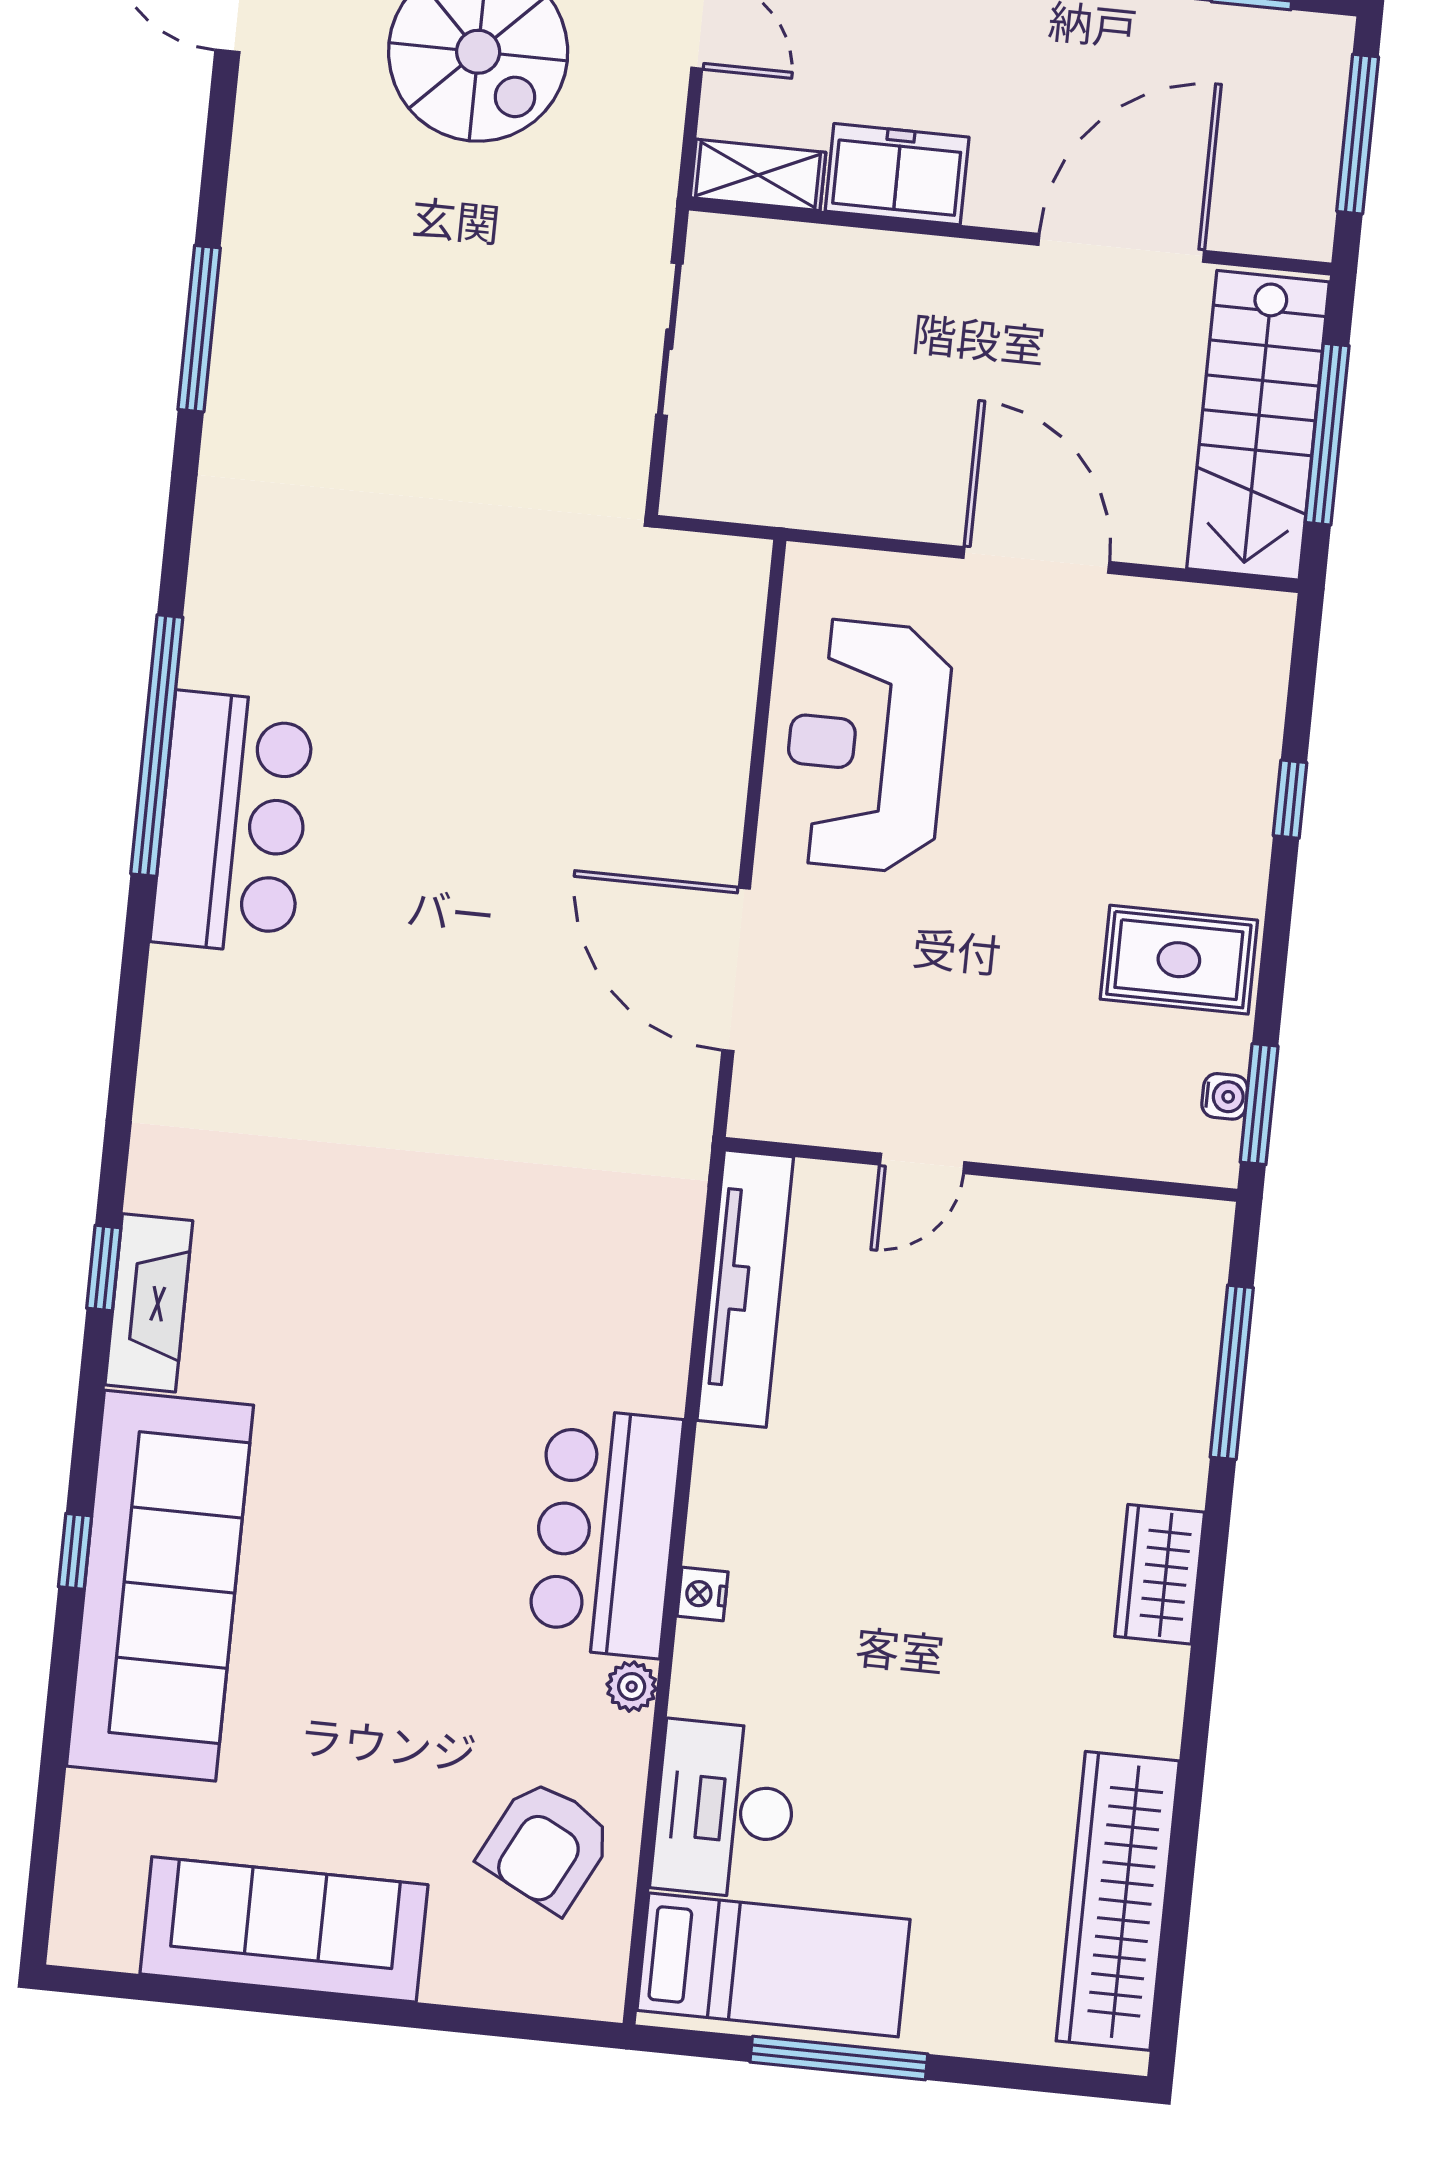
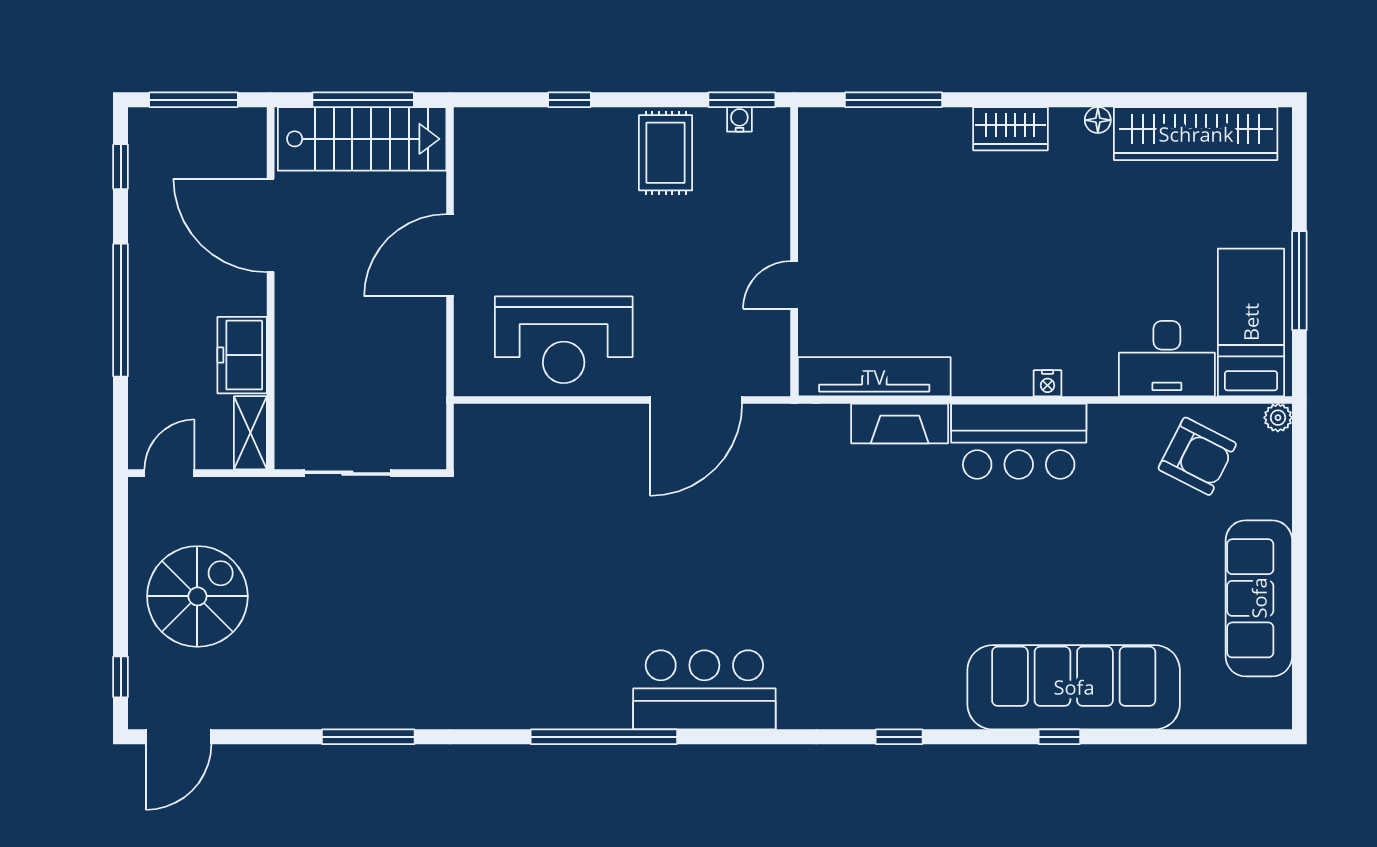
bar counter: (233, 823) -> (704, 690), moved
door: (922, 1163) -> (794, 285), swing flipped
fireplace: (149, 1303) -> (900, 424), moved, turned 180
plant: (632, 1687) -> (1278, 418), moved
floor lamp: (1159, 1730) -> (1098, 120), added

